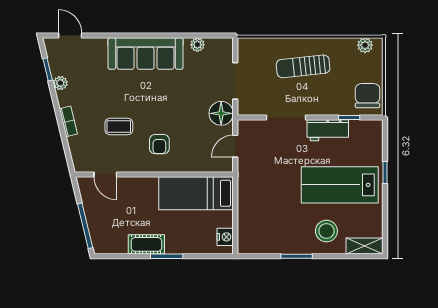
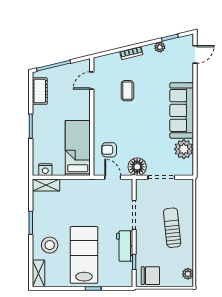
plant: (197, 45) -> (184, 149), width x1.88, depth x1.88
armchair: (159, 144) -> (109, 150), moved
shelving: (246, 236) -> (46, 185), added
cot: (146, 244) -> (40, 91), moved

